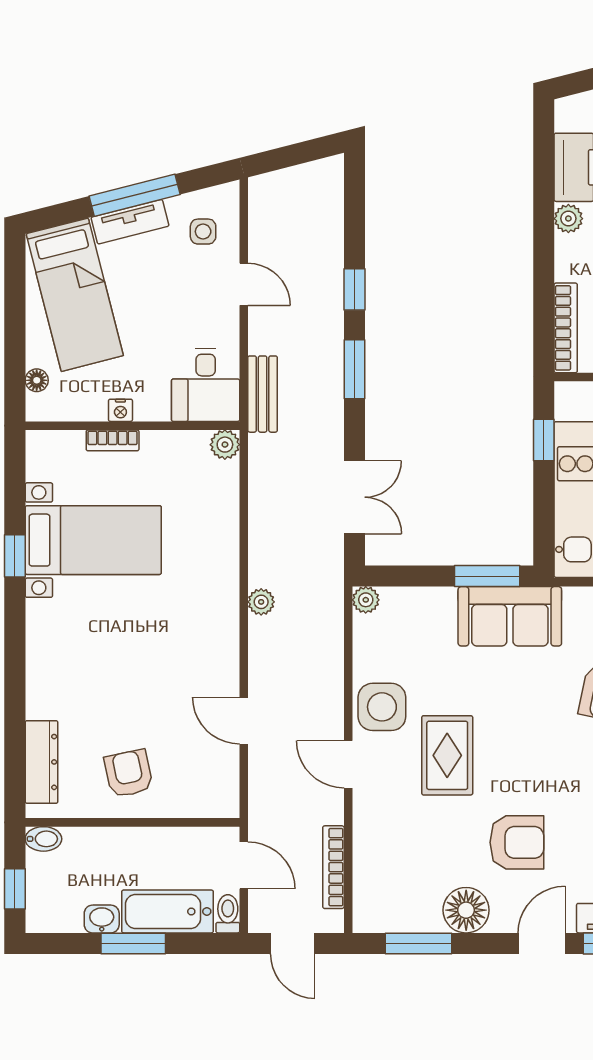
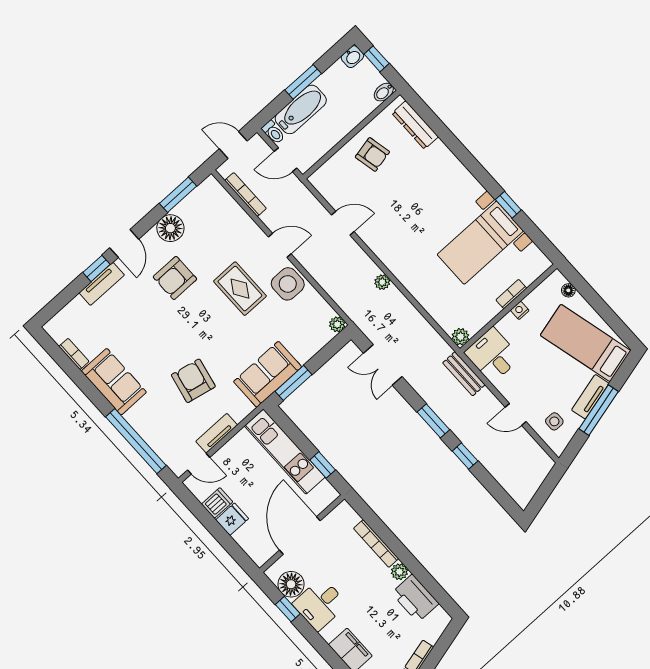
bookcase: (566, 328) -> (376, 544), moved
washbasin: (102, 919) -> (352, 57), moved

